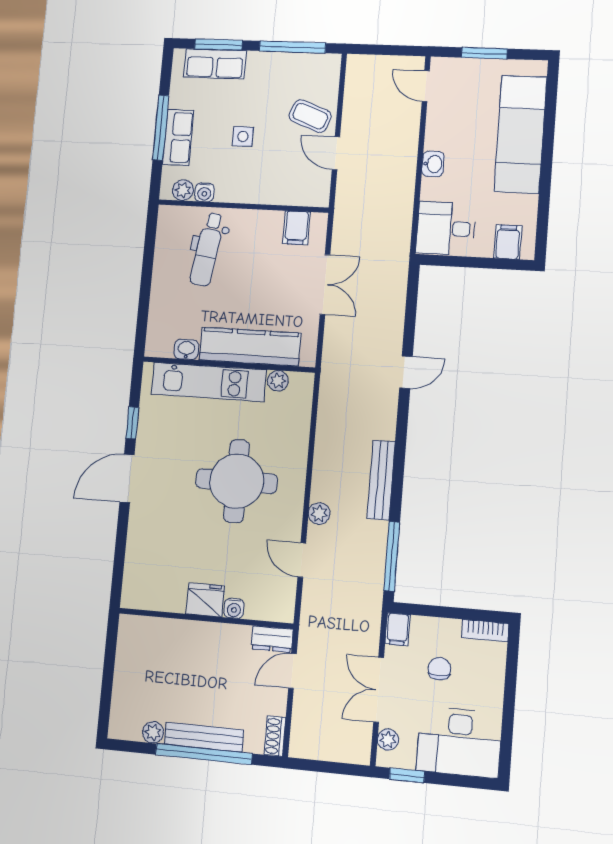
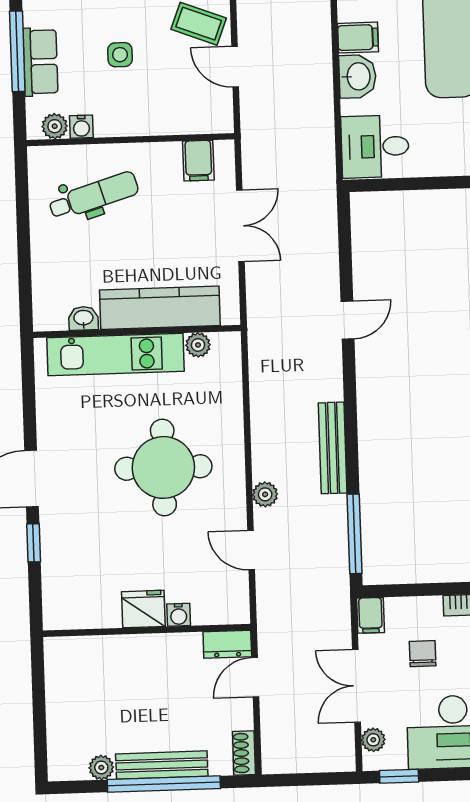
washbasin: (433, 164) -> (357, 76), width x1.38, depth x1.45
filing cabinet: (508, 242) -> (358, 38), moved, turned 90
dental chair: (207, 249) -> (94, 196), turned -115
window: (132, 423) -> (34, 543), moved

